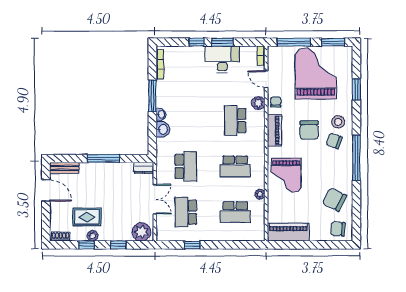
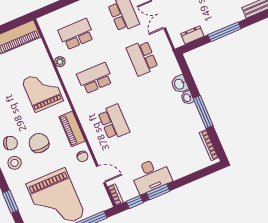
window: (196, 42) -> (135, 202), moved
plant: (258, 103) -> (99, 148), removed
dresser: (144, 168) -> (192, 35), moved

